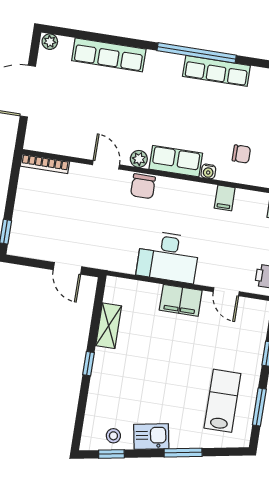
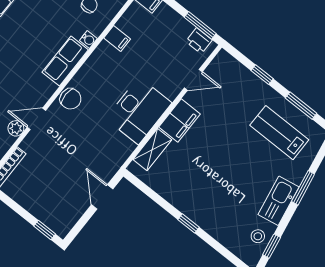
plant: (139, 159) -> (16, 128), moved
door: (67, 268) -> (102, 197), swing flipped
shelving: (109, 326) -> (152, 150), moved, turned 90
kitchen sink: (151, 436) -> (278, 201), width x1.38

